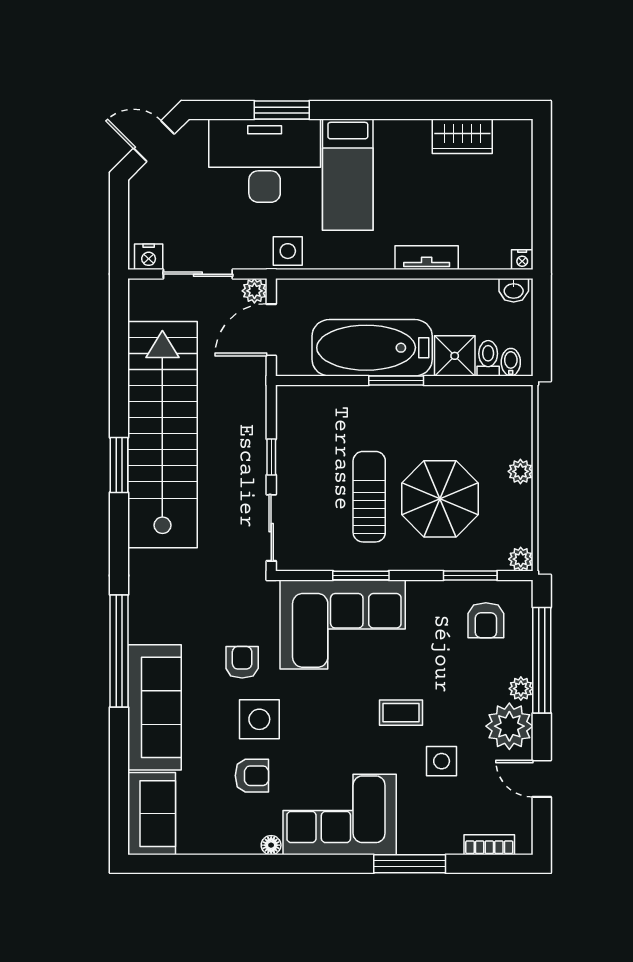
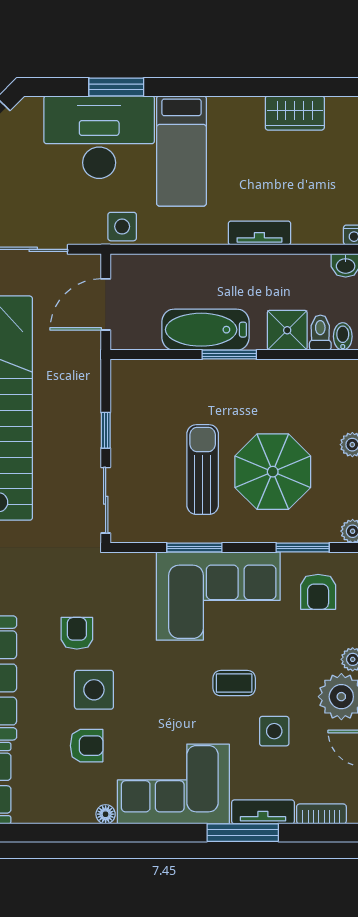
plant: (254, 291) -> (89, 266), removed
bathtub: (372, 348) -> (206, 330), width x0.73, depth x0.73
corner sofa: (343, 625) -> (218, 596), moved
tv unit: (430, 843) -> (263, 812), added

